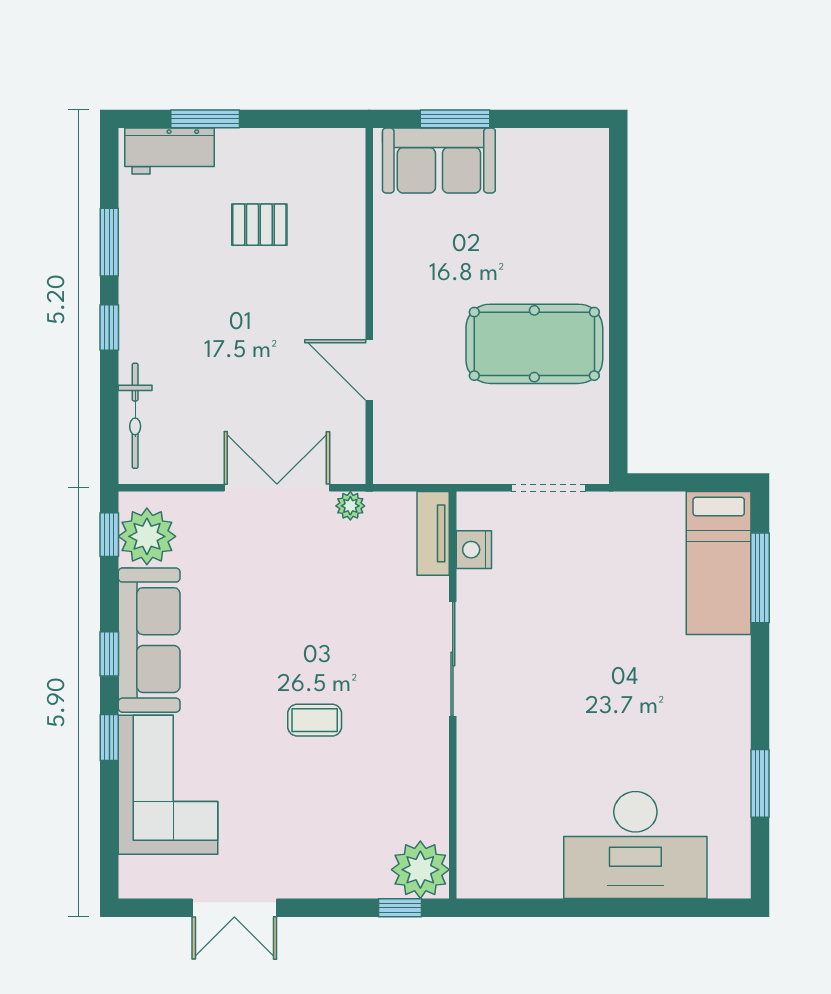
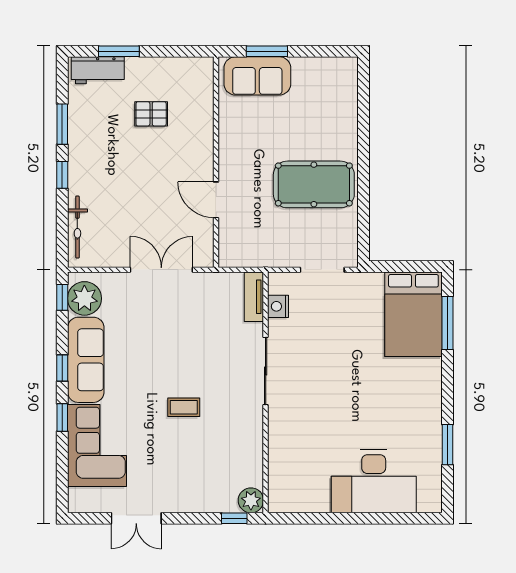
plant: (350, 506) -> (205, 280), removed
bed: (719, 563) -> (413, 314), width x1.50
plant: (420, 870) -> (251, 500), width x0.73, depth x0.73

